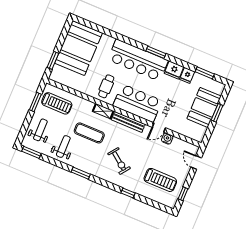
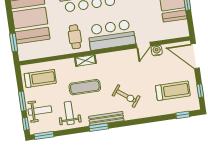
window: (35, 102) -> (22, 101), moved
bench: (128, 122) -> (106, 119), moved
weight bench: (40, 130) -> (40, 111), turned 90
window: (22, 134) -> (26, 124), added
door: (196, 162) -> (195, 56), width x1.87
window: (128, 193) -> (183, 115), moved

